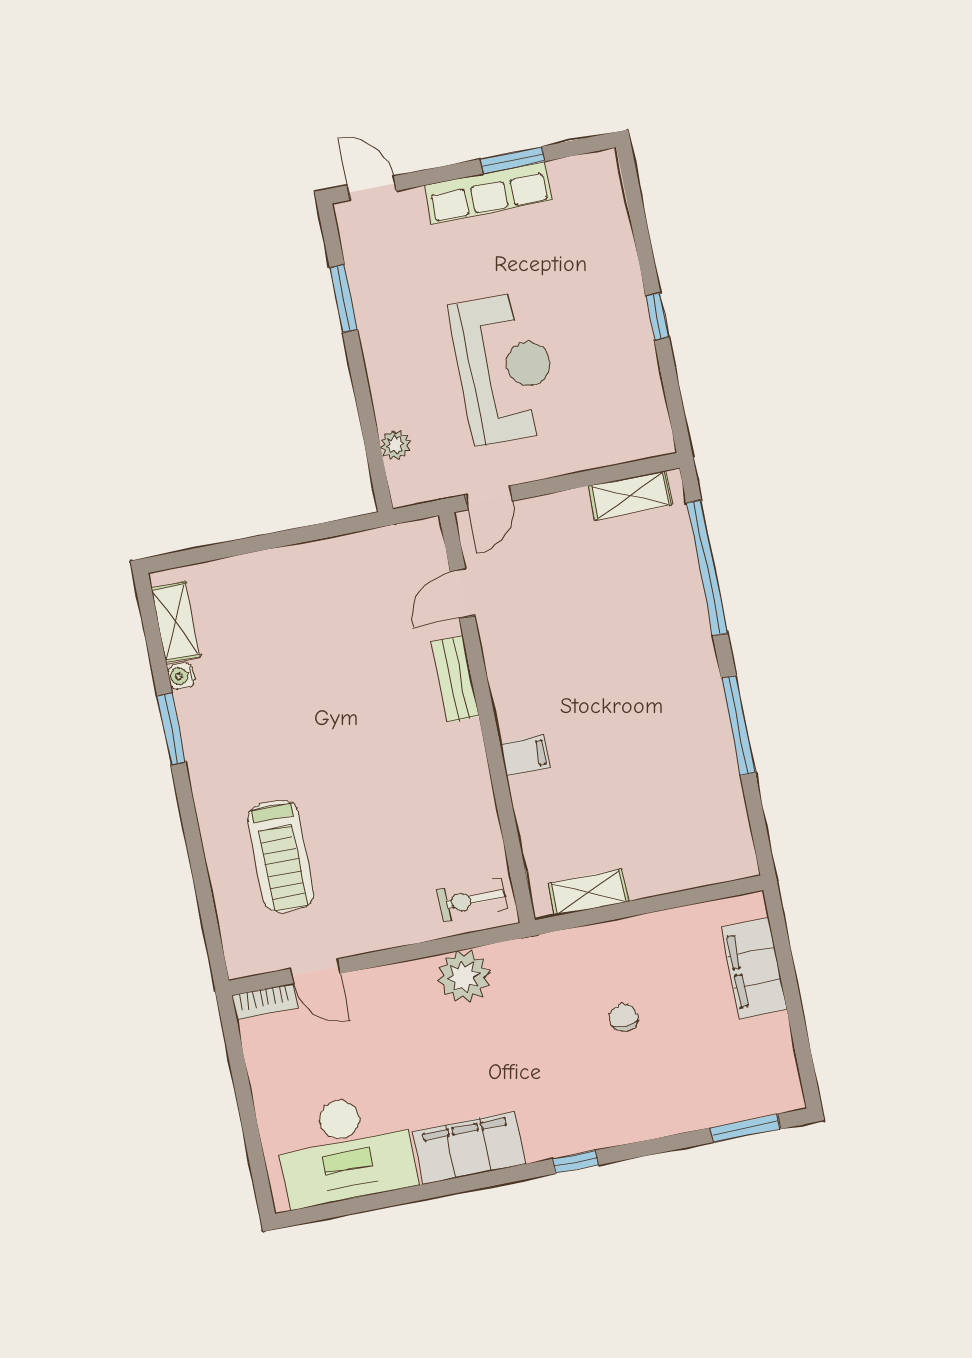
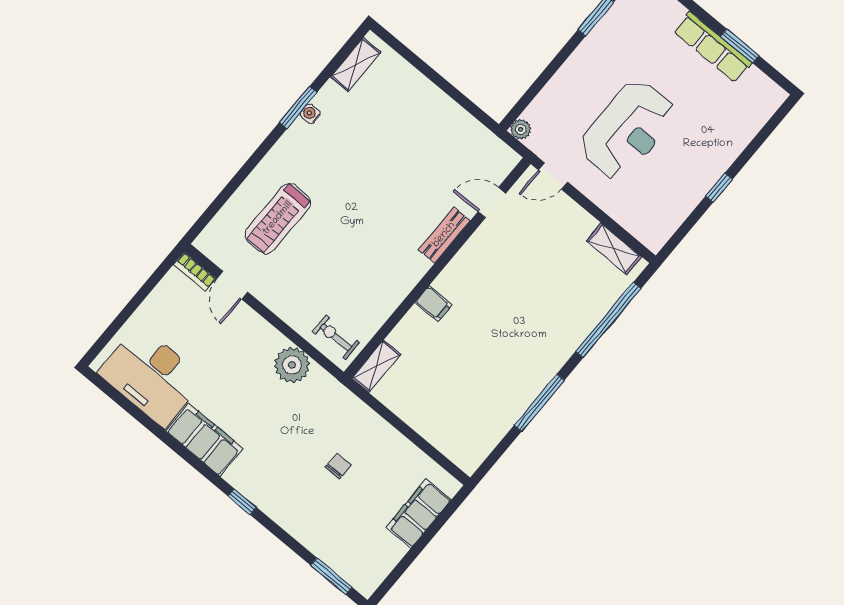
plant: (395, 445) -> (521, 129), moved
water cooler: (181, 676) -> (310, 114), moved
shelving: (588, 892) -> (376, 366), moved, turned 90

